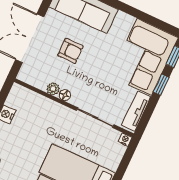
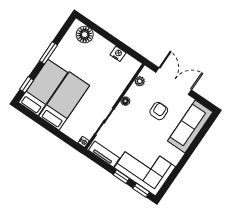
armchair: (70, 51) -> (159, 111), turned 180
plant: (53, 89) -> (140, 81), moved

